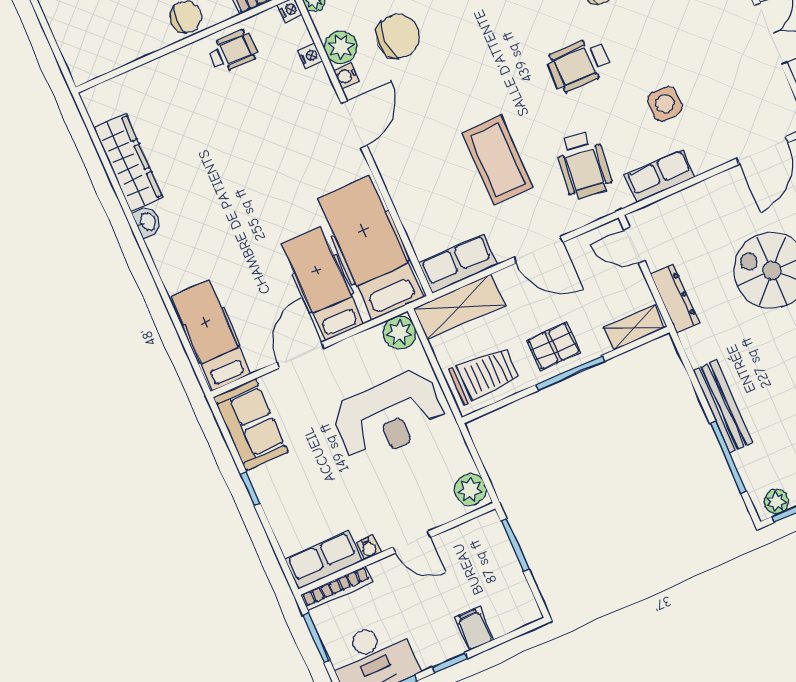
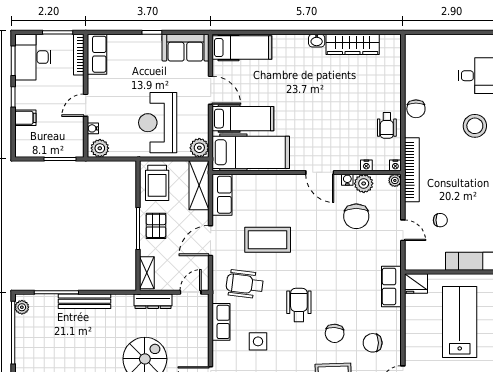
water cooler: (369, 548) -> (93, 128), moved

